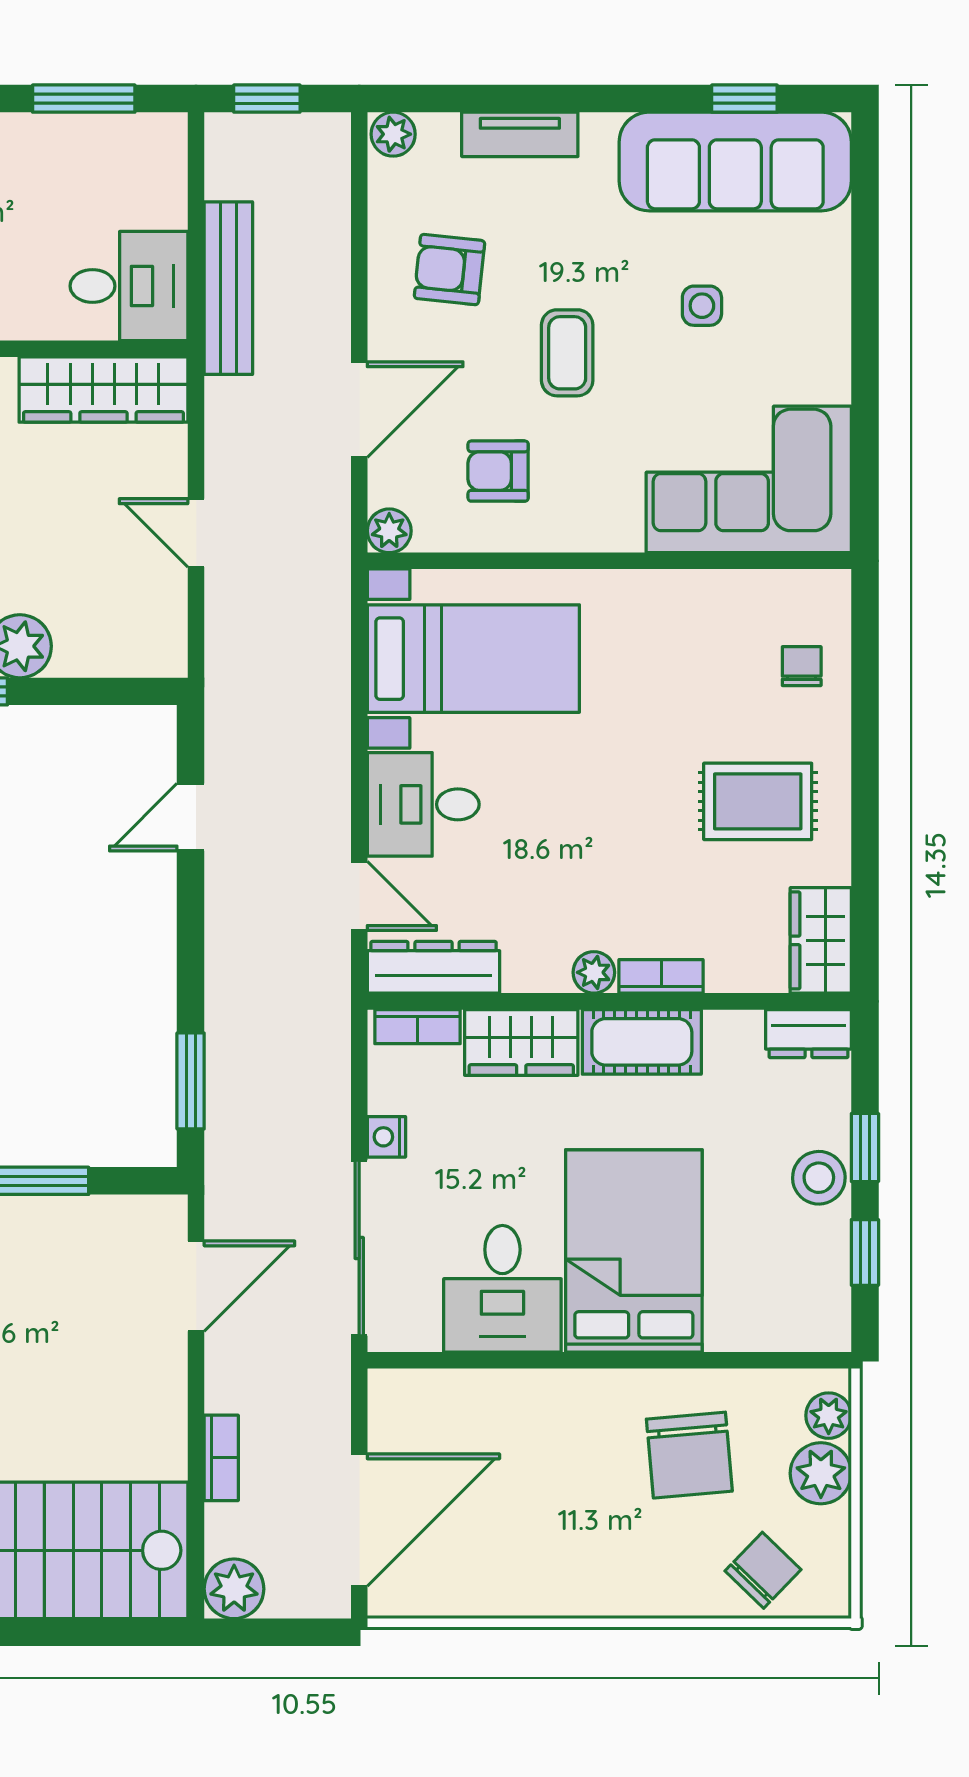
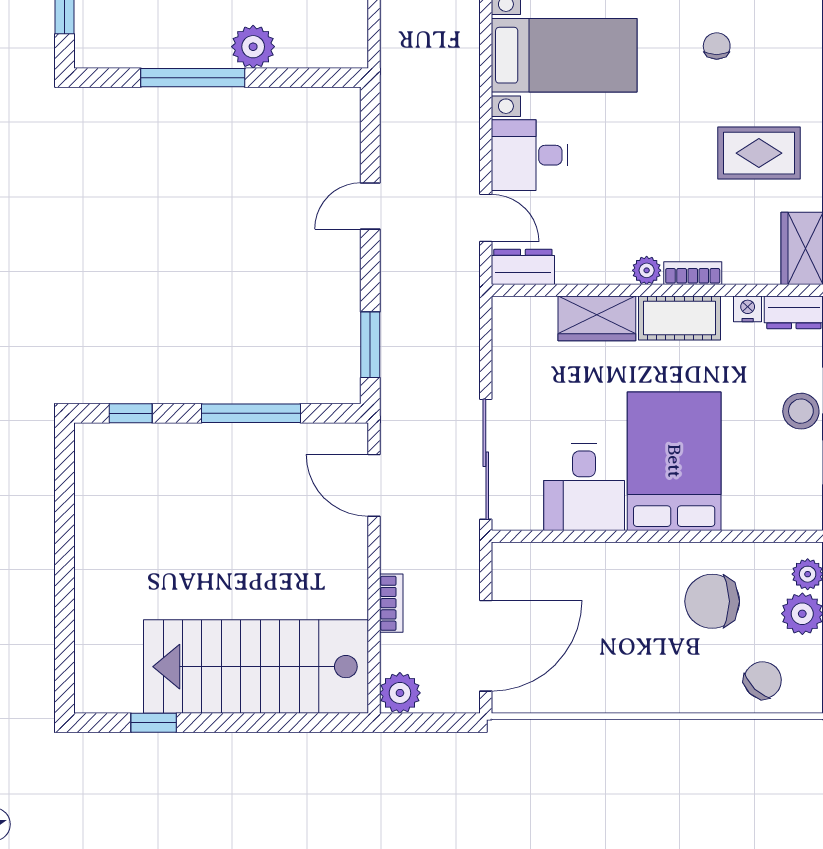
chair: (802, 666) -> (717, 46), moved
door: (191, 817) -> (370, 206), moved
dresser: (434, 967) -> (523, 267), width x0.70
bookcase: (418, 1027) -> (526, 307), removed
nightstand: (386, 1137) -> (748, 309), moved, turned 90
door: (196, 1286) -> (374, 485), swing flipped
chair: (689, 1455) -> (712, 601), turned 95

